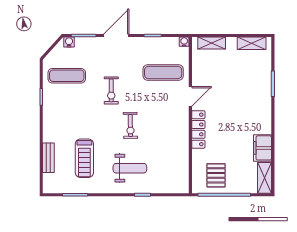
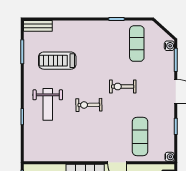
bench: (48, 158) -> (38, 26), moved

